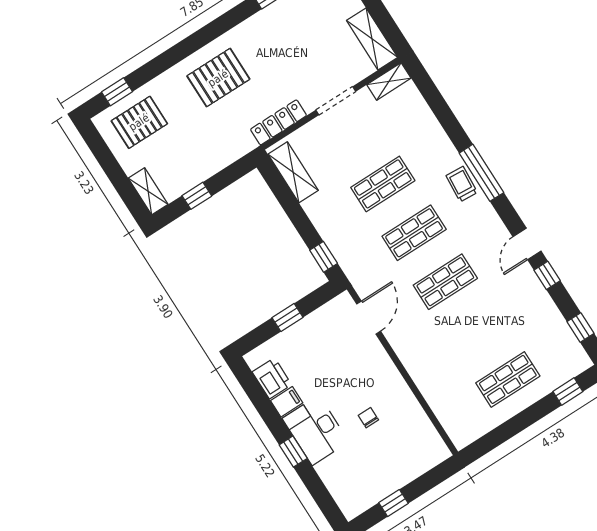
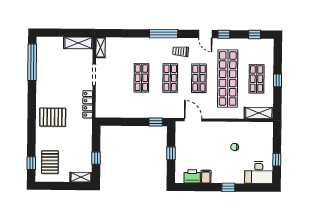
pallet: (218, 78) -> (53, 117), turned 90
shelving: (293, 172) -> (259, 113), moved
trolley: (462, 184) -> (181, 51), moved
shop shelf: (477, 331) -> (228, 78), added
window: (568, 392) -> (278, 80), moved
desk: (316, 430) -> (259, 173), moved

